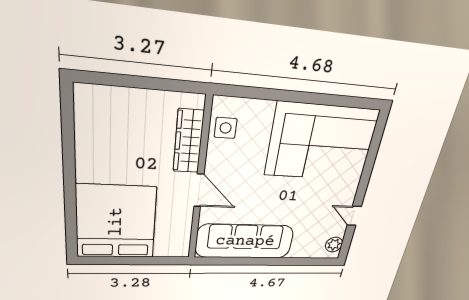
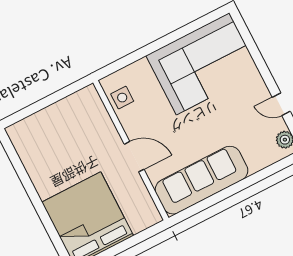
wardrobe: (188, 141) -> (102, 123), removed

